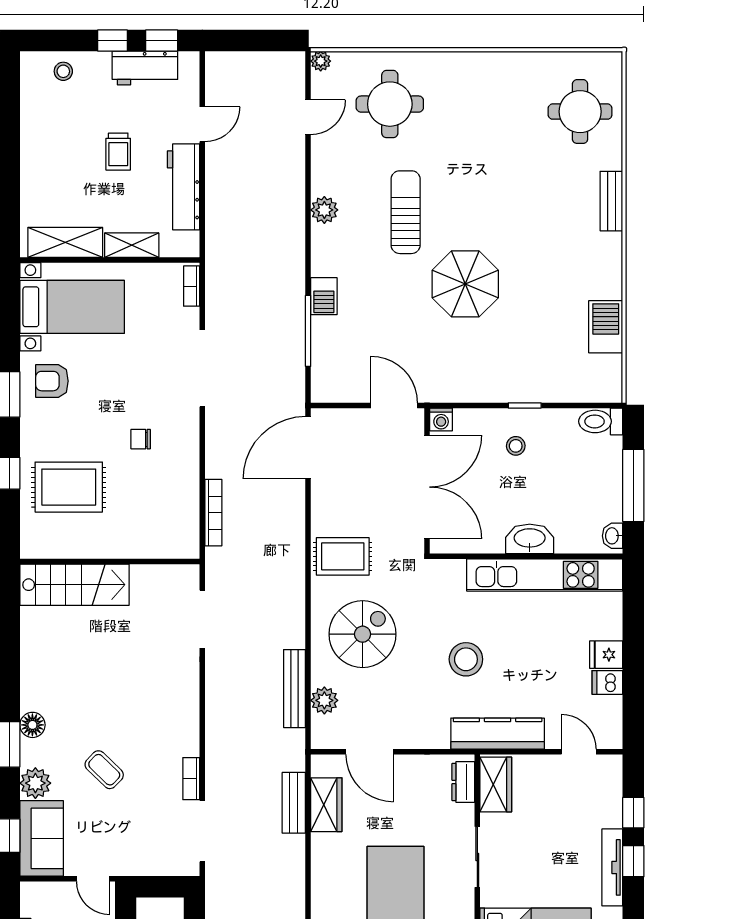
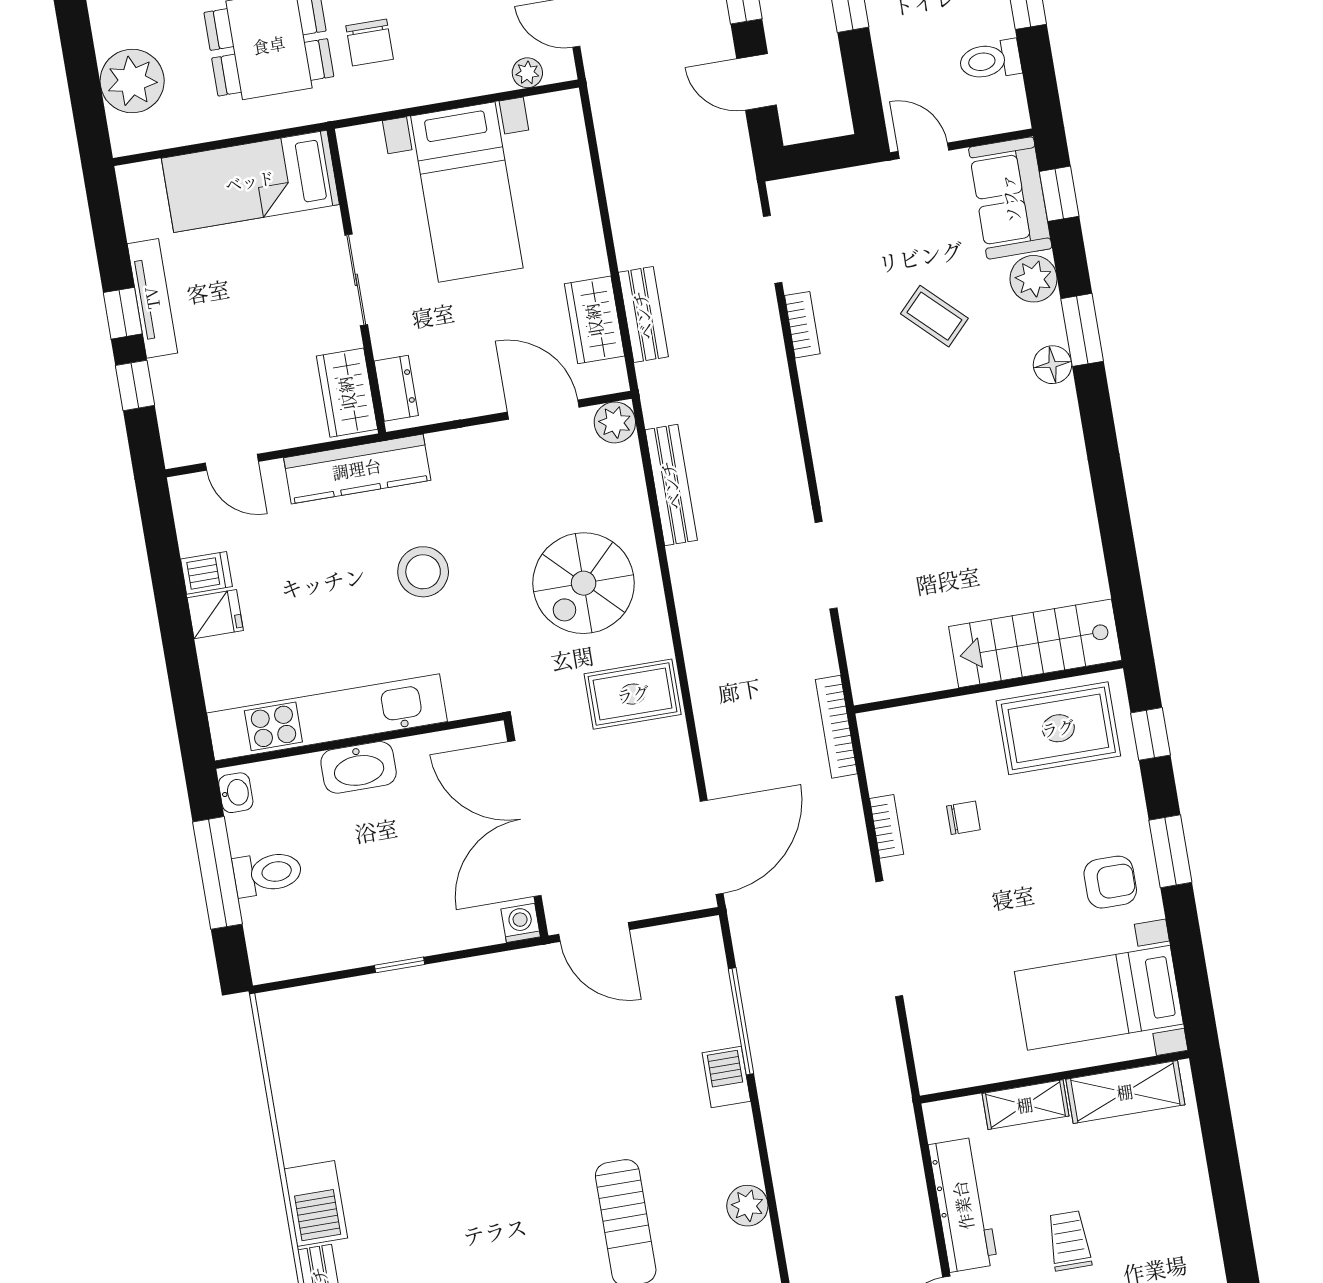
parasol: (465, 284) -> (519, 1131), removed
bookcase: (192, 286) -> (887, 826), moved
barbecue: (606, 327) -> (316, 1203), moved
toilet: (601, 421) -> (267, 873), moved
stool: (516, 446) -> (403, 902), removed
wall: (110, 561) -> (989, 687), moved
stairs: (75, 585) -> (1035, 643), moved
plant: (324, 700) -> (615, 422), moved
doorway: (202, 831) -> (773, 249), width x0.73

